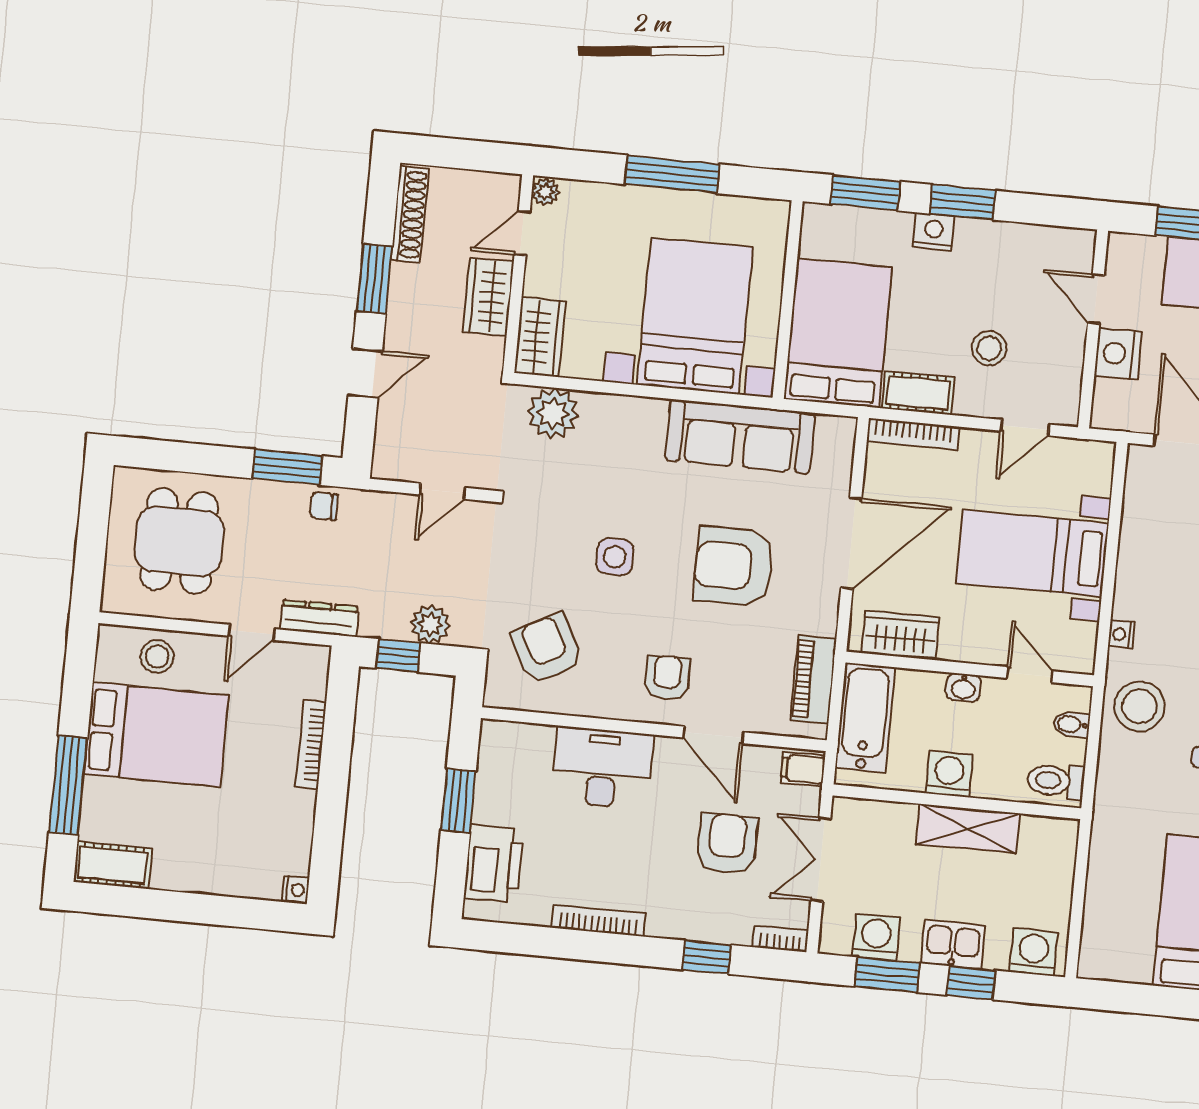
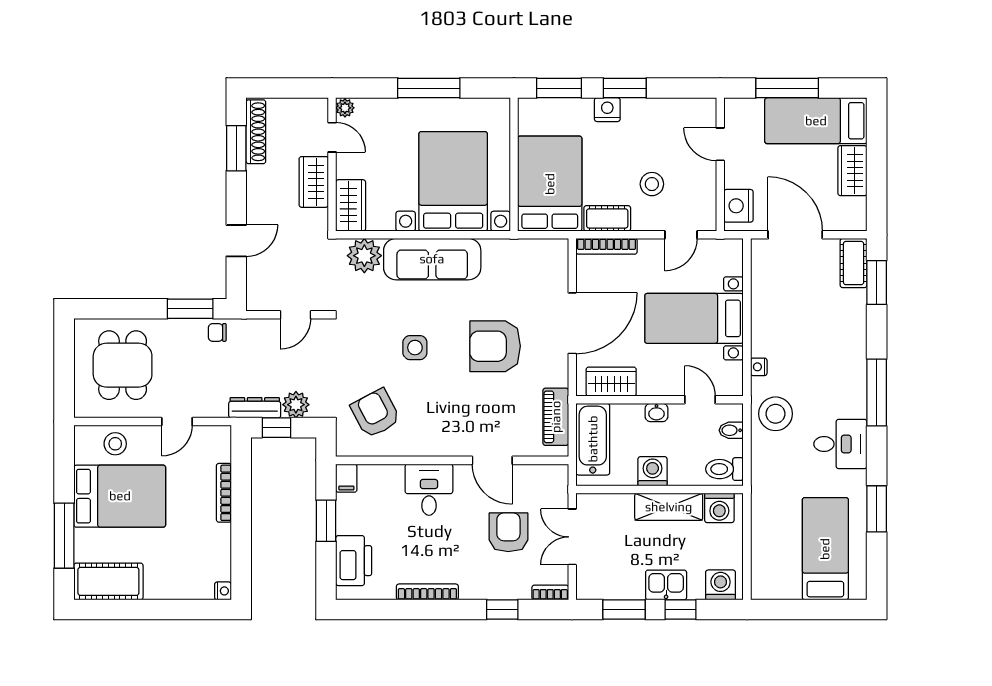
door: (522, 233) -> (332, 137), swing flipped
window: (374, 279) -> (236, 148), moved
nightstand: (1118, 354) -> (738, 206), moved
sofa: (740, 437) -> (432, 259), moved
dresser: (319, 618) -> (255, 408), moved
armchair: (667, 678) -> (458, 425), removed
desk: (602, 768) -> (429, 490), width x0.73
filing cabinet: (803, 769) -> (346, 478), moved, turned -90
cot: (113, 865) -> (108, 581), width x1.37, depth x1.34
washing machine: (876, 937) -> (719, 508), moved, turned 180

